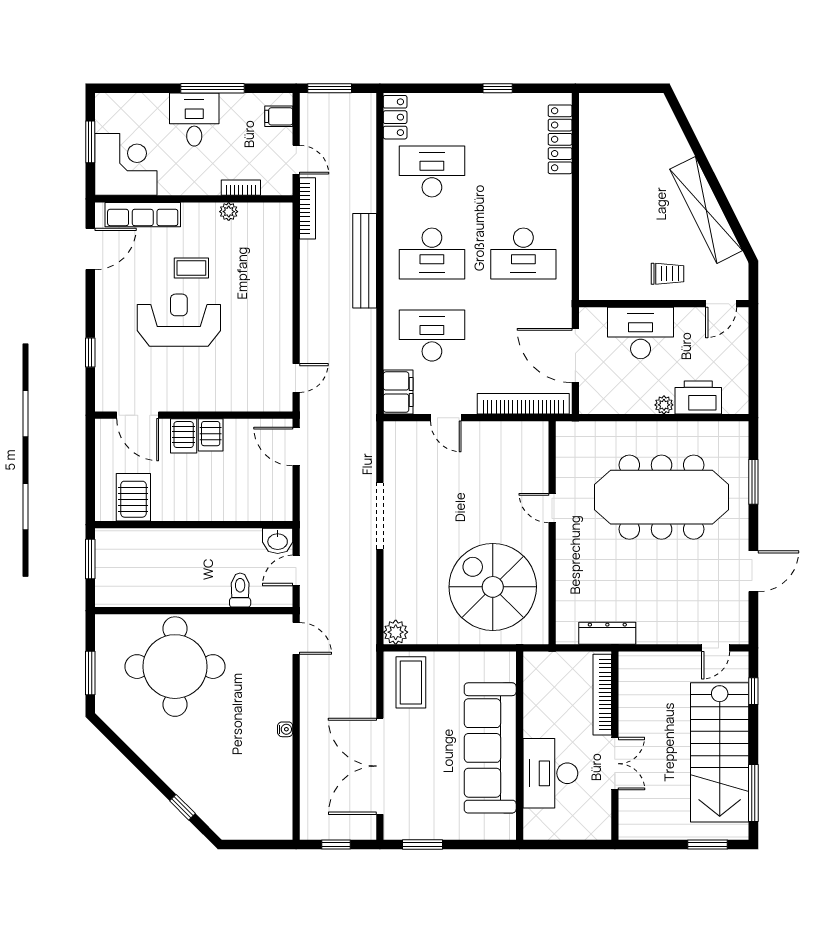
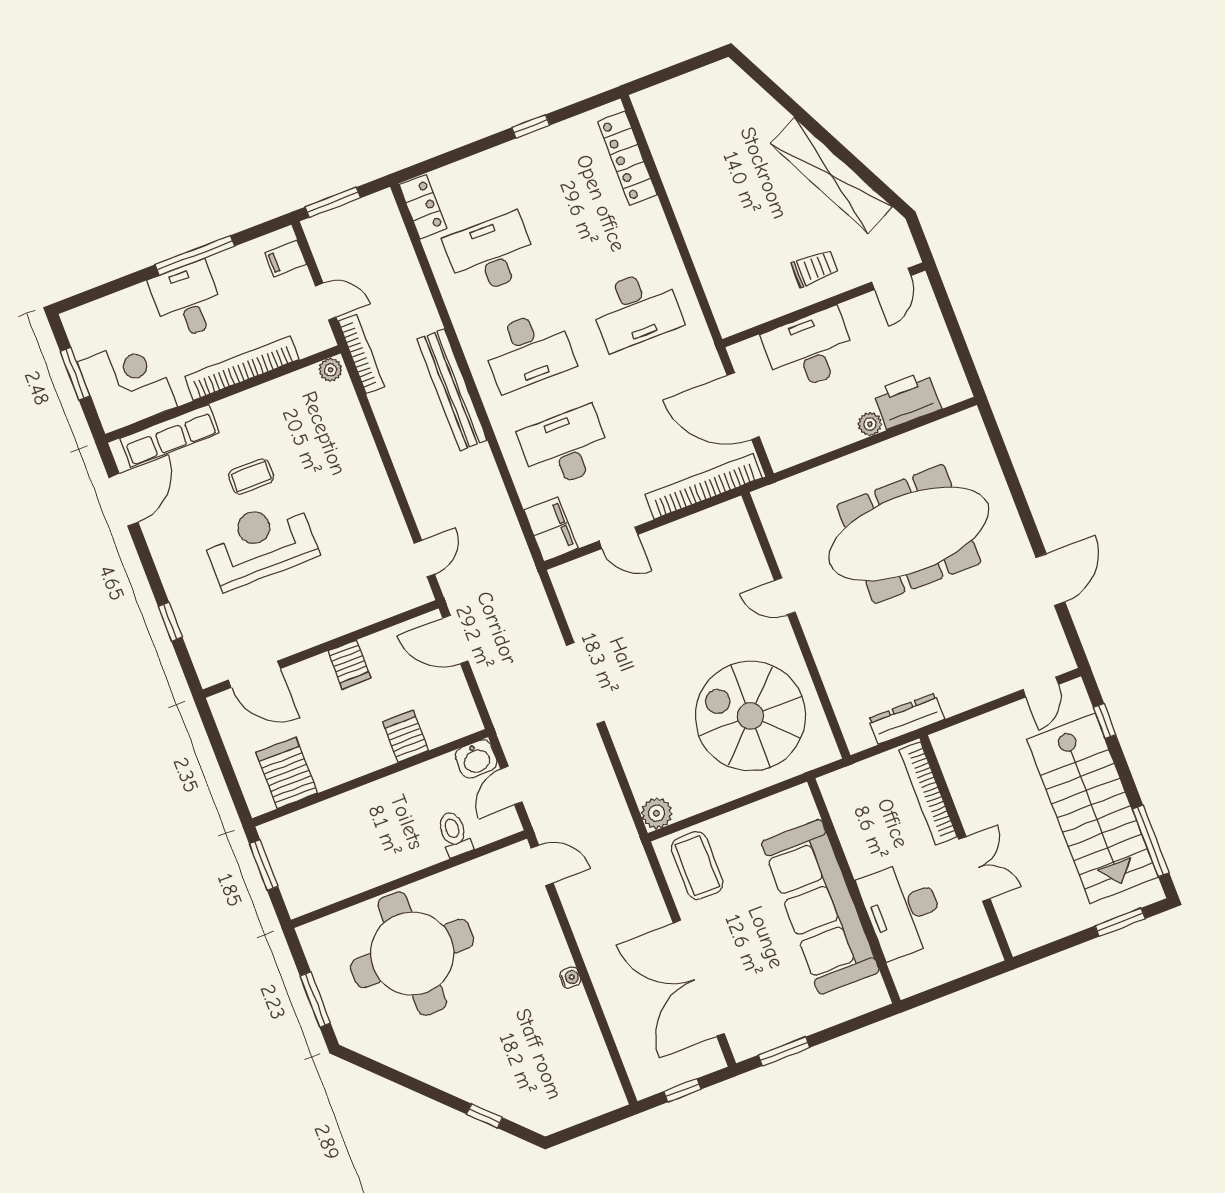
bookcase: (241, 188) -> (242, 368), width x2.31, depth x1.31
plant: (229, 212) -> (331, 370), moved
server rack: (184, 436) -> (405, 736), moved, turned 180
window: (753, 482) -> (1010, 474), removed

